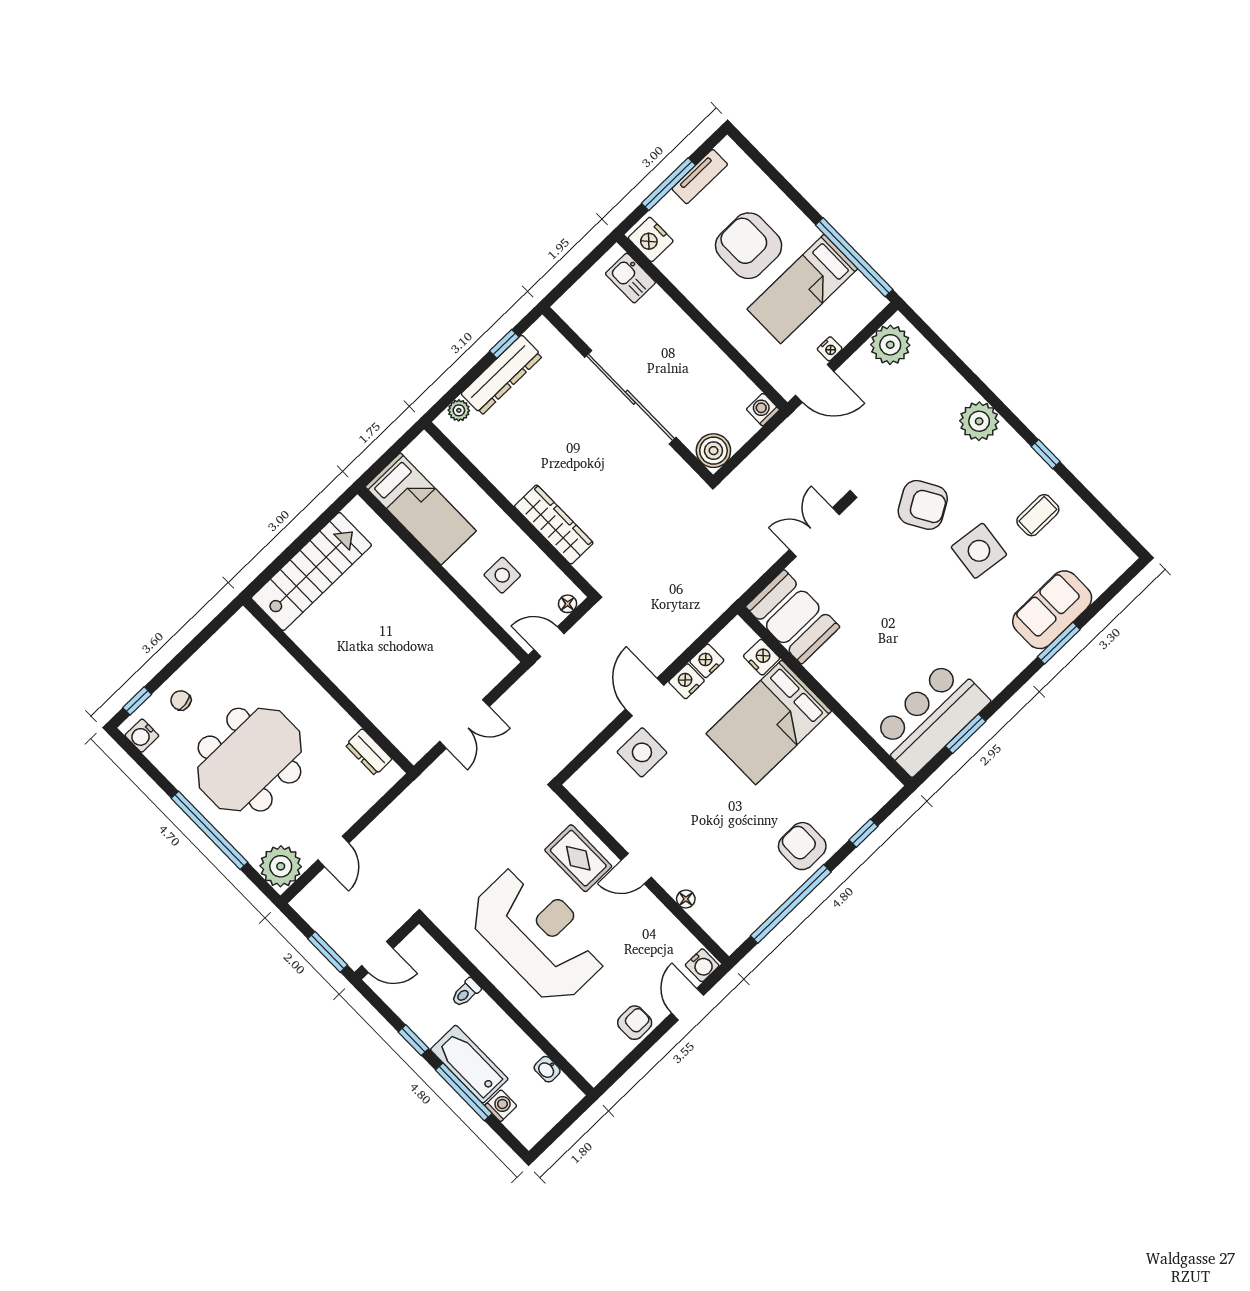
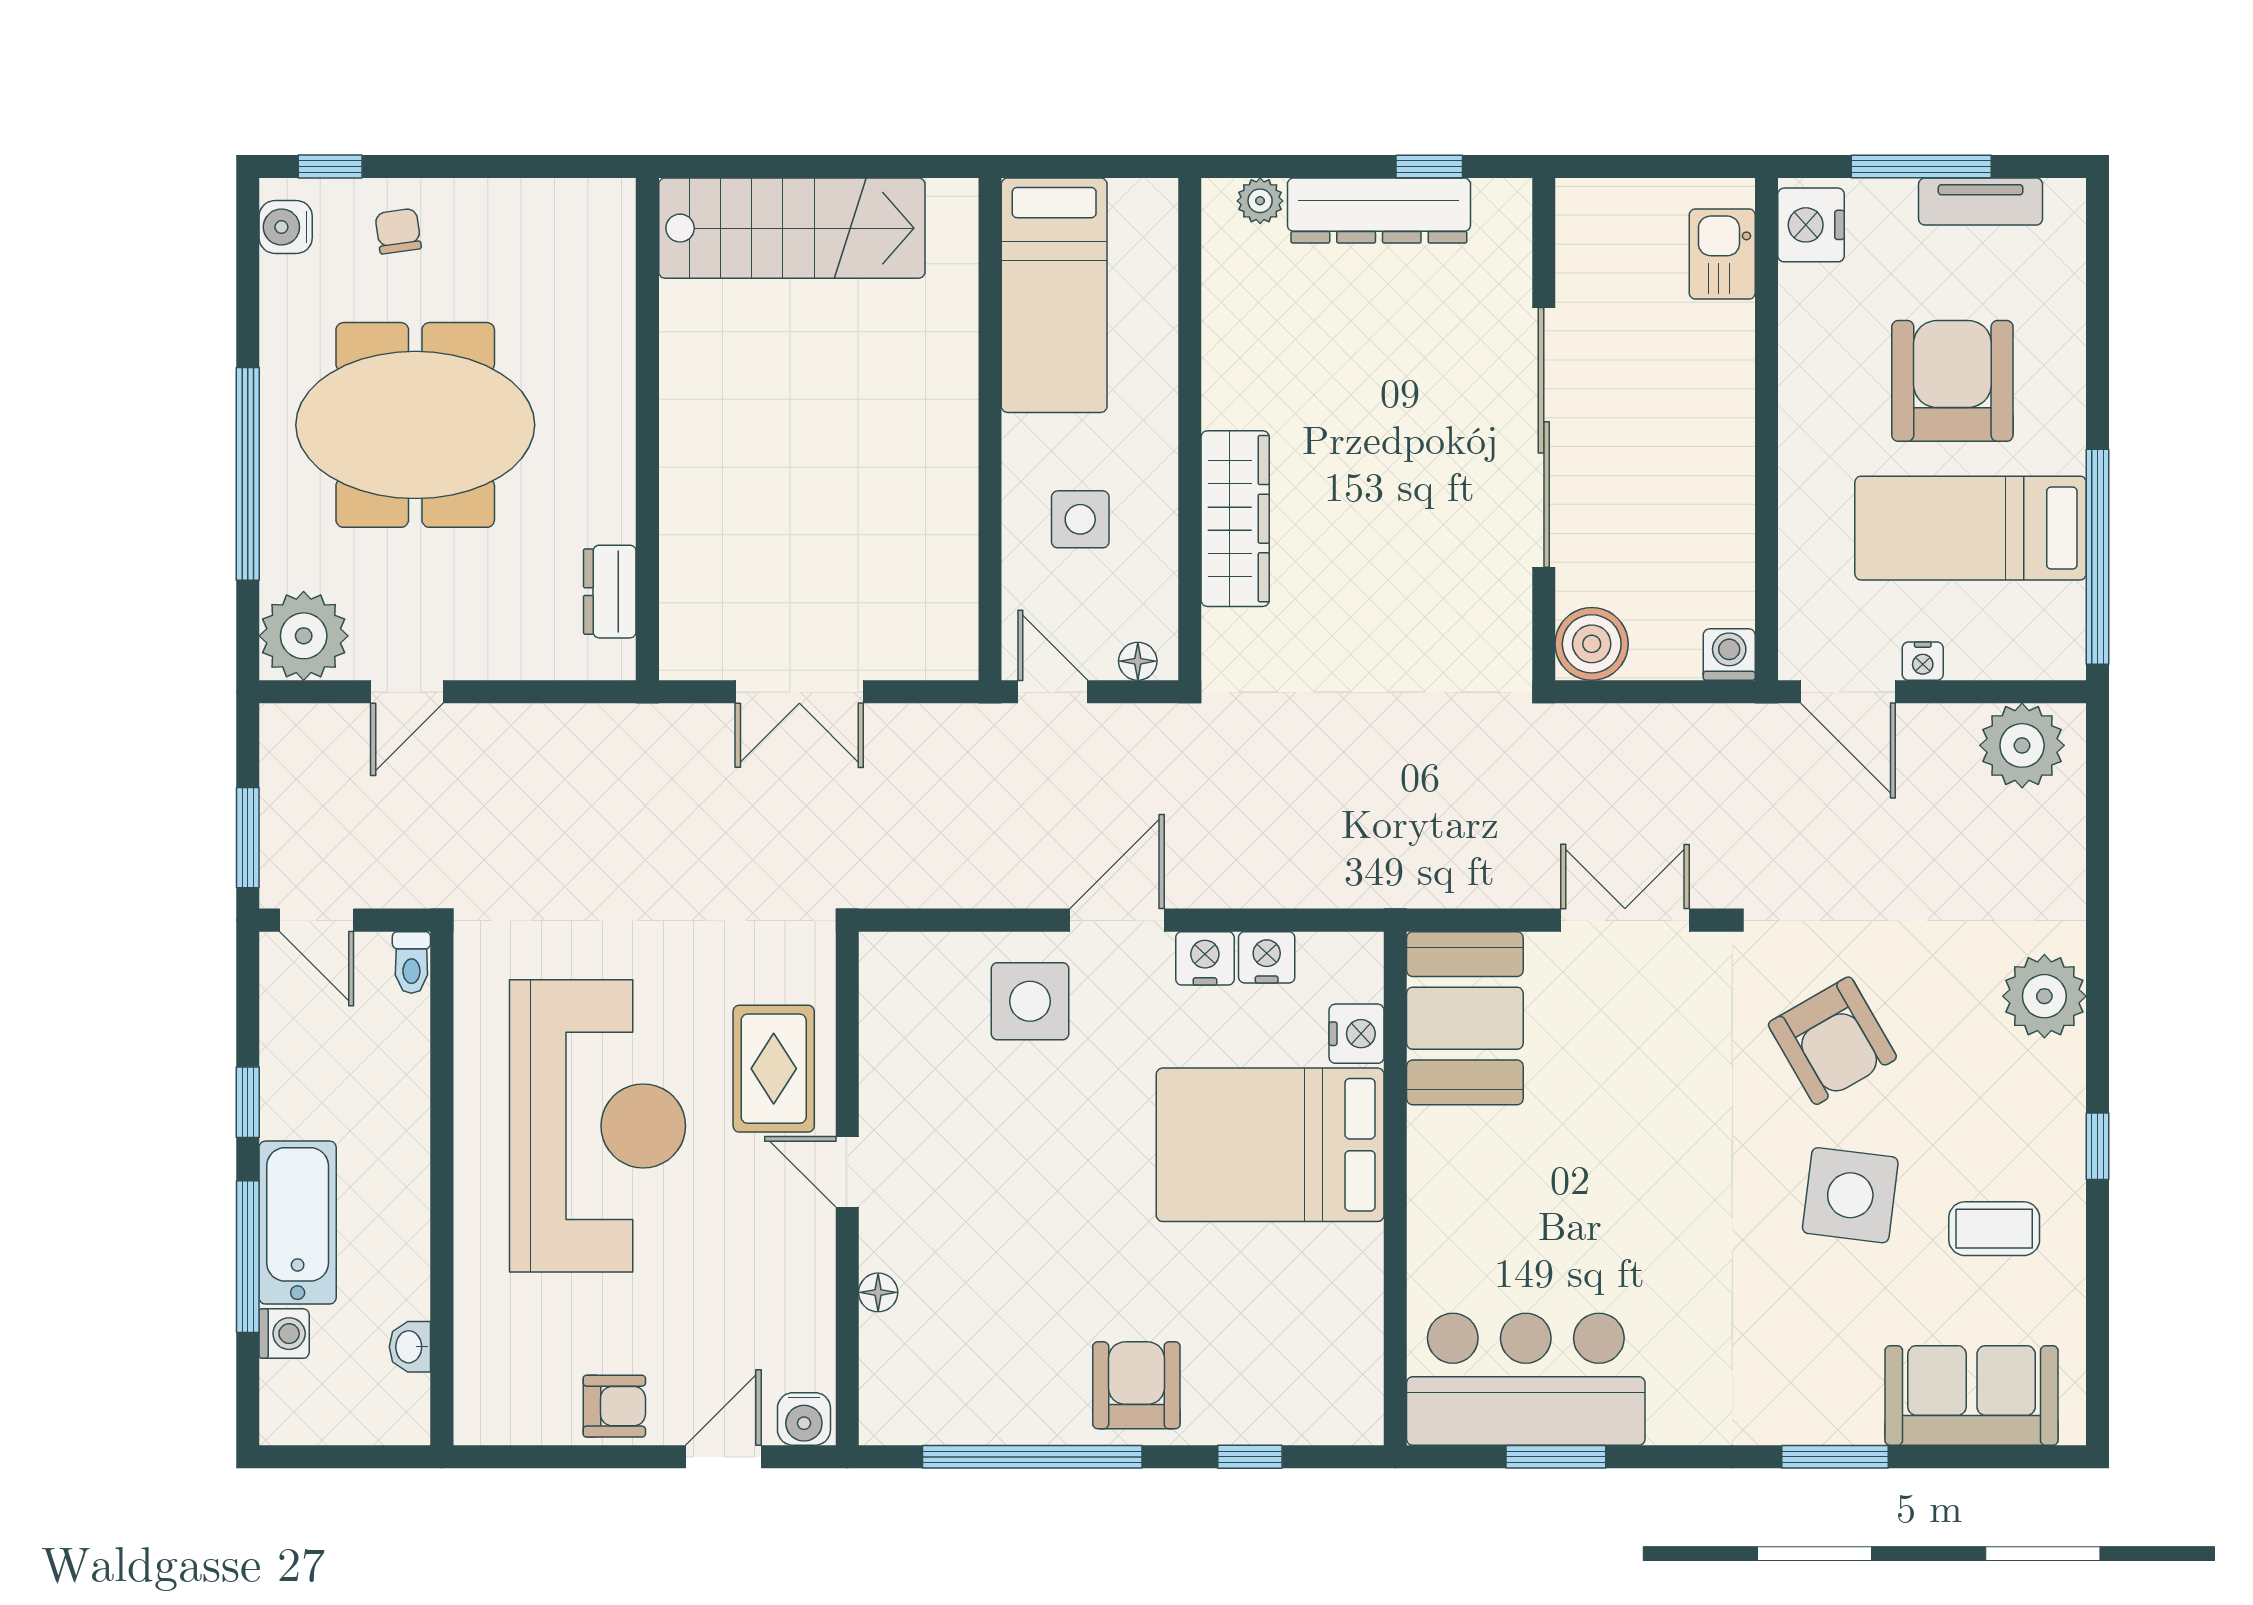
sofa: (1052, 610) -> (1972, 1395), moved
toilet: (466, 993) -> (411, 962), moved, turned -90

